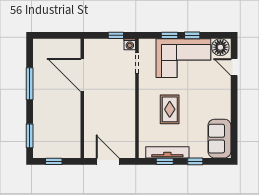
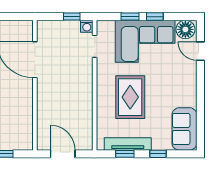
rug: (170, 109) -> (130, 97), width x1.36, depth x1.43

